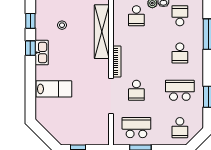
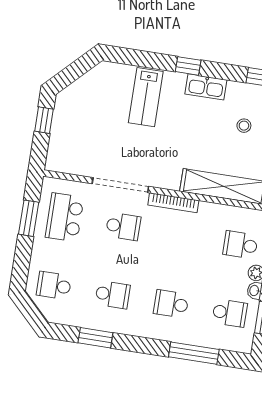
window: (30, 48) -> (188, 66), moved
school desk: (136, 90) -> (123, 226), turned 180
school desk: (180, 90) -> (112, 295), width x0.54
school desk: (136, 128) -> (65, 217), turned 180

